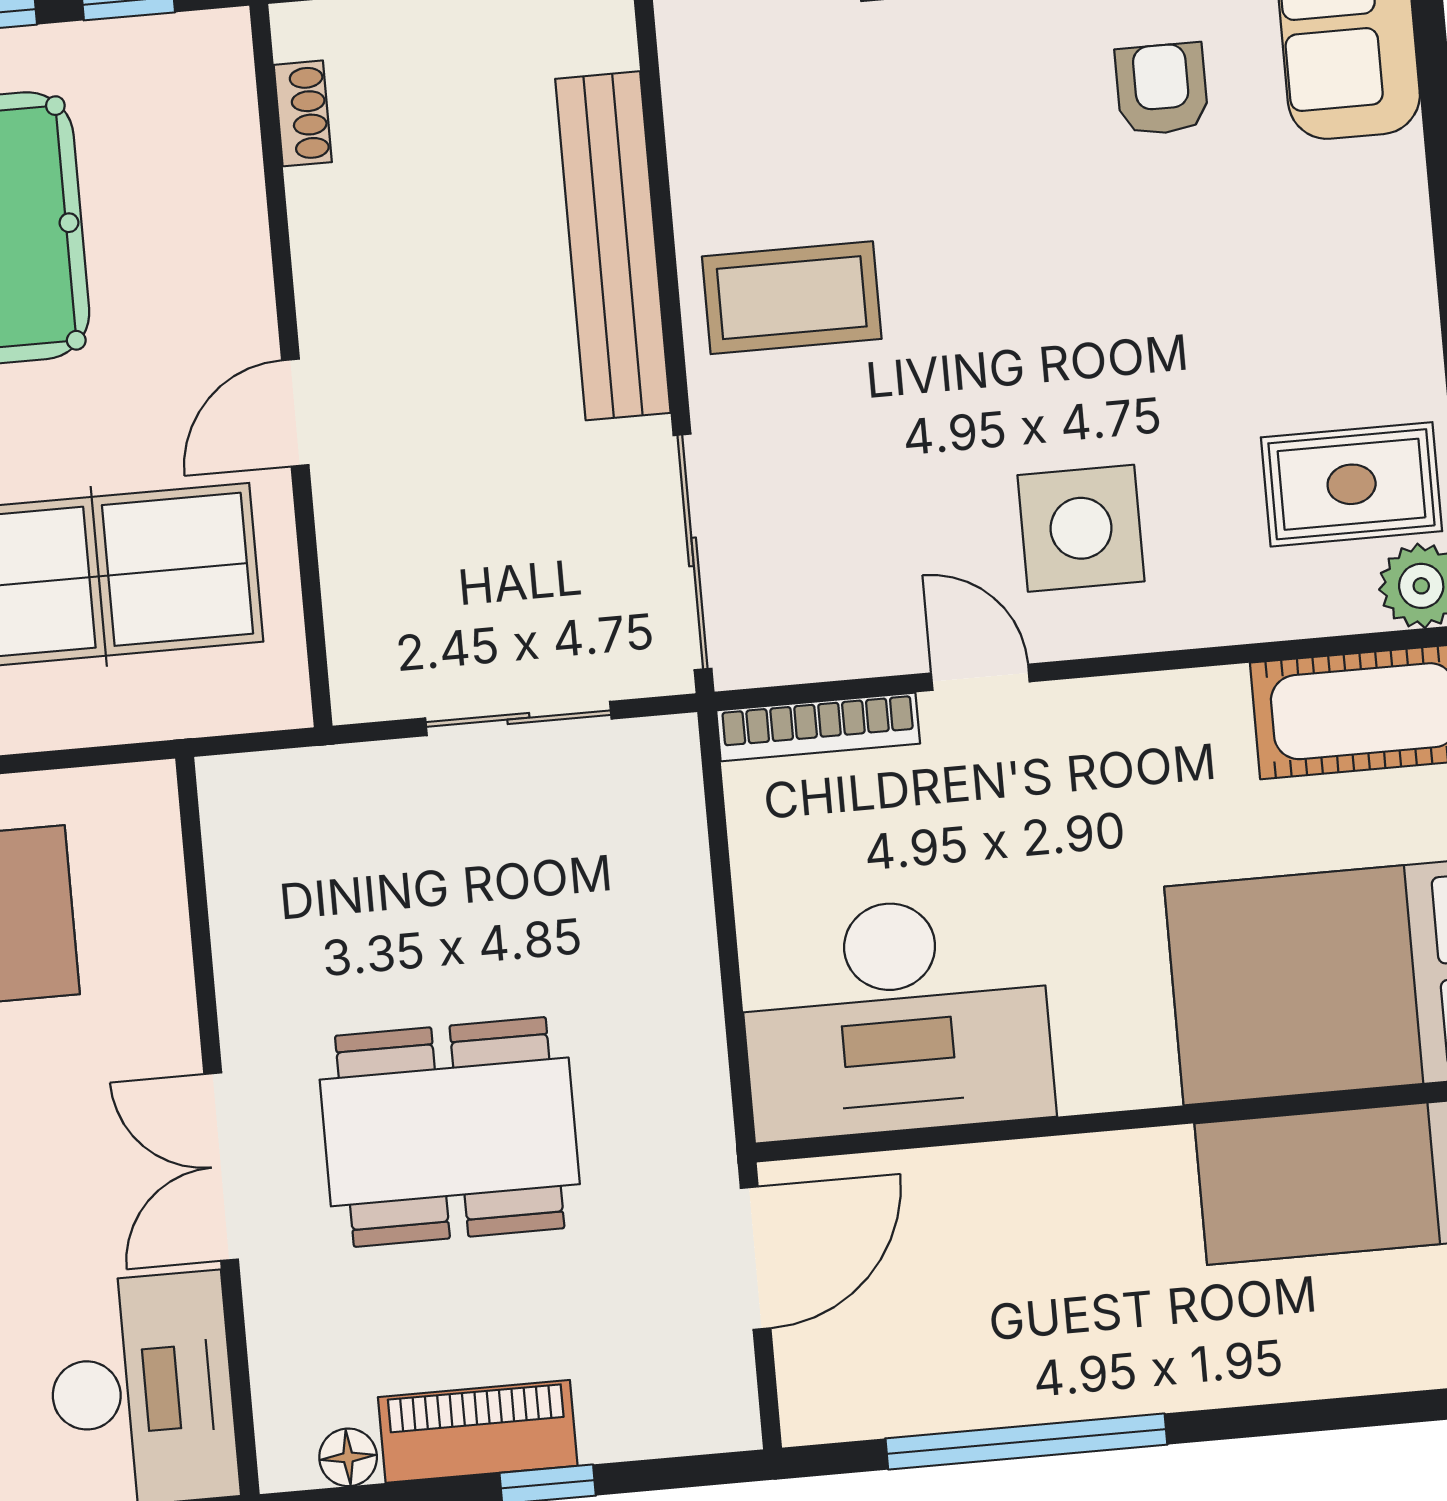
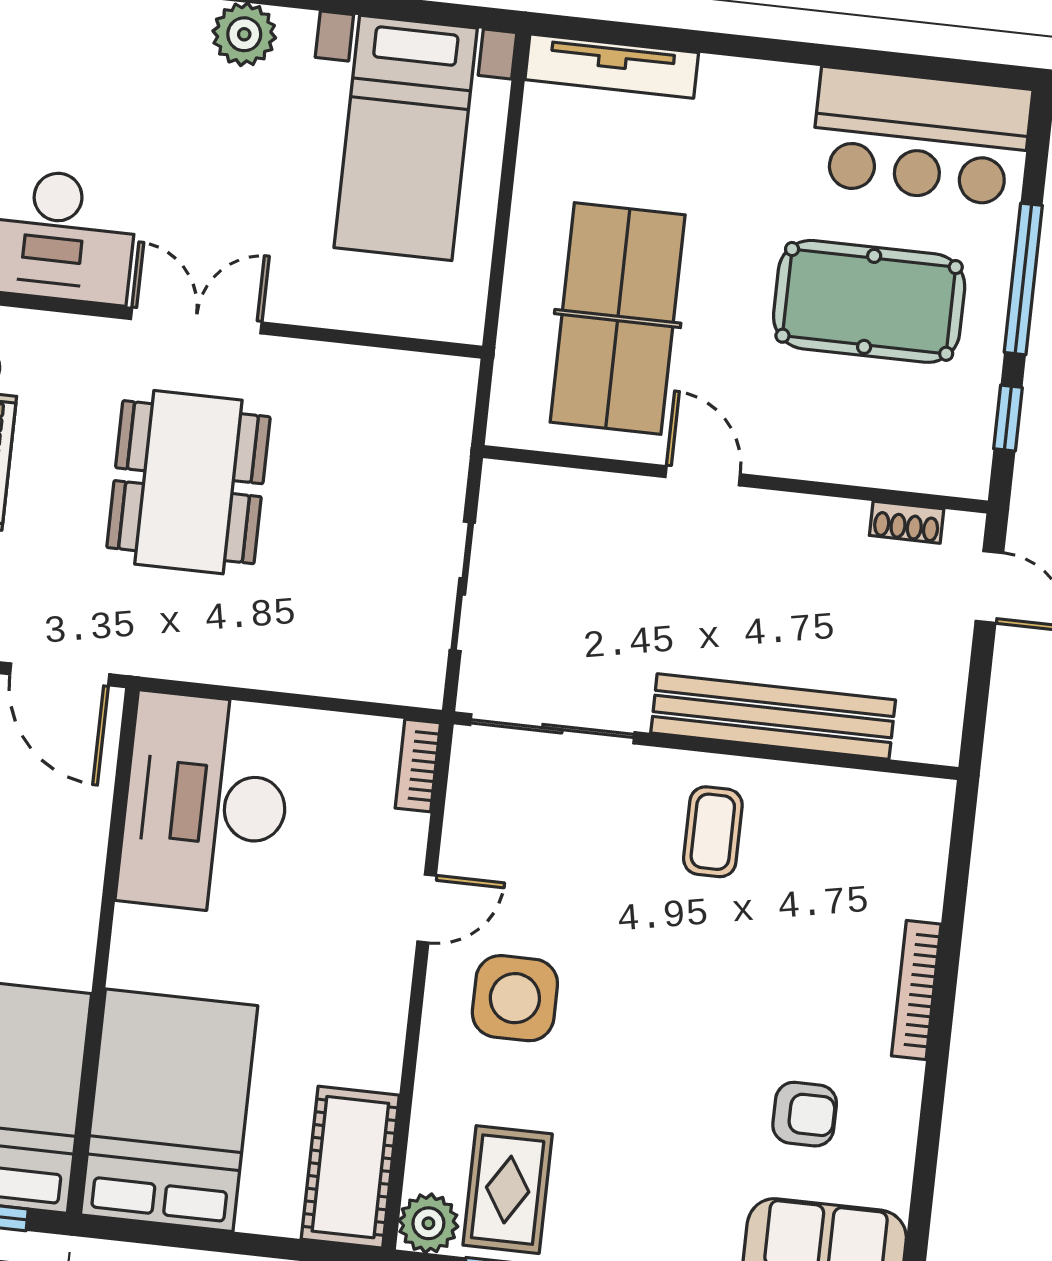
coffee table: (792, 298) -> (713, 832), width x0.73, depth x0.77
bookcase: (818, 727) -> (418, 766), width x0.64

